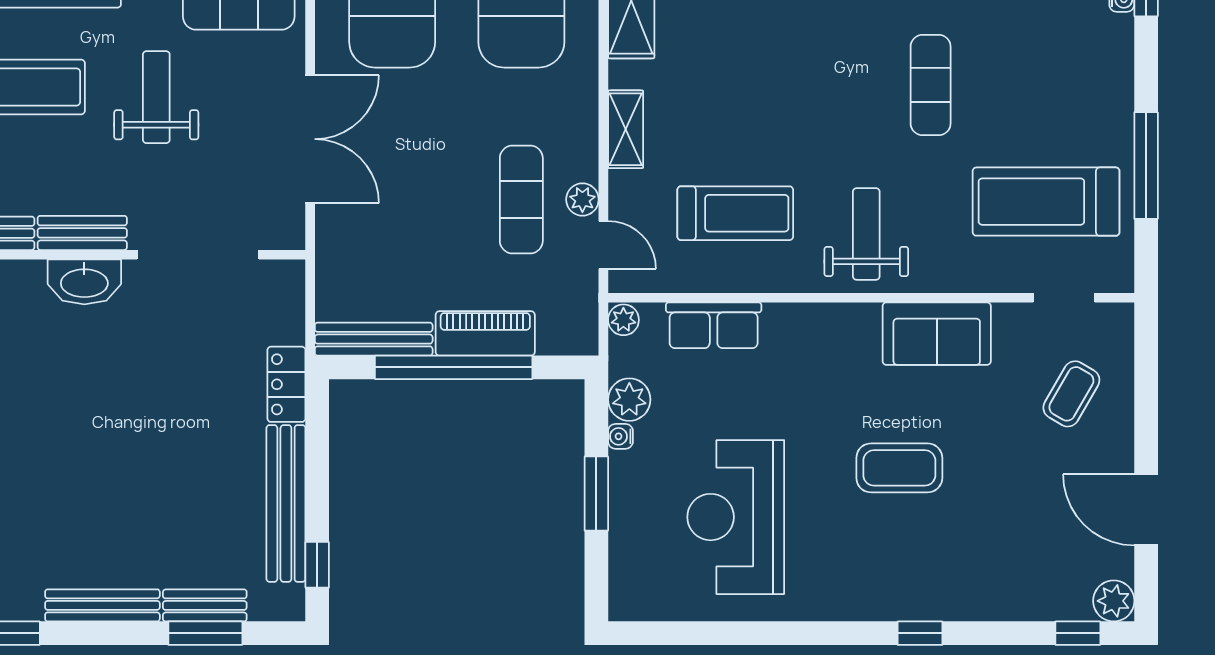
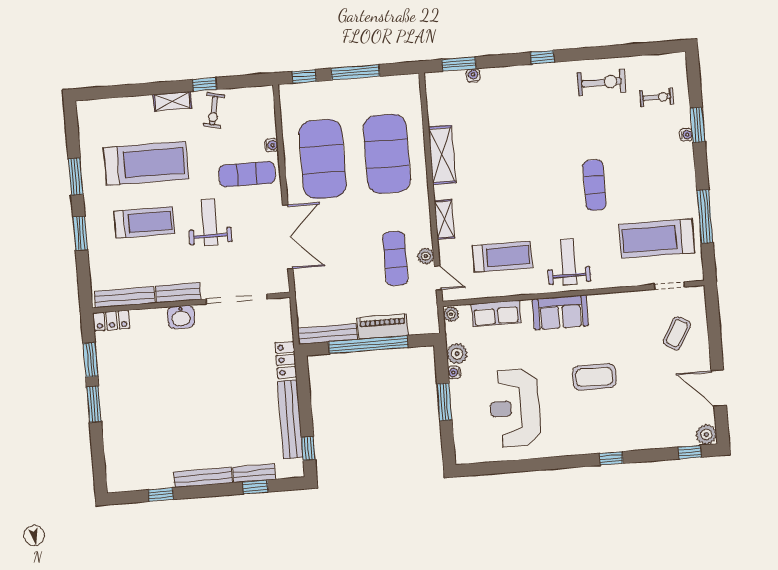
washbasin: (84, 282) -> (181, 317), width x0.72
sofa: (937, 334) -> (560, 312), moved
window: (205, 633) -> (255, 487), width x0.67

